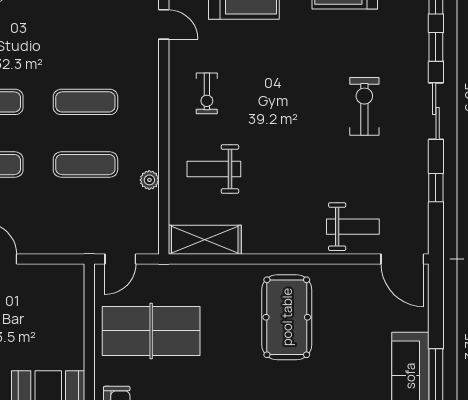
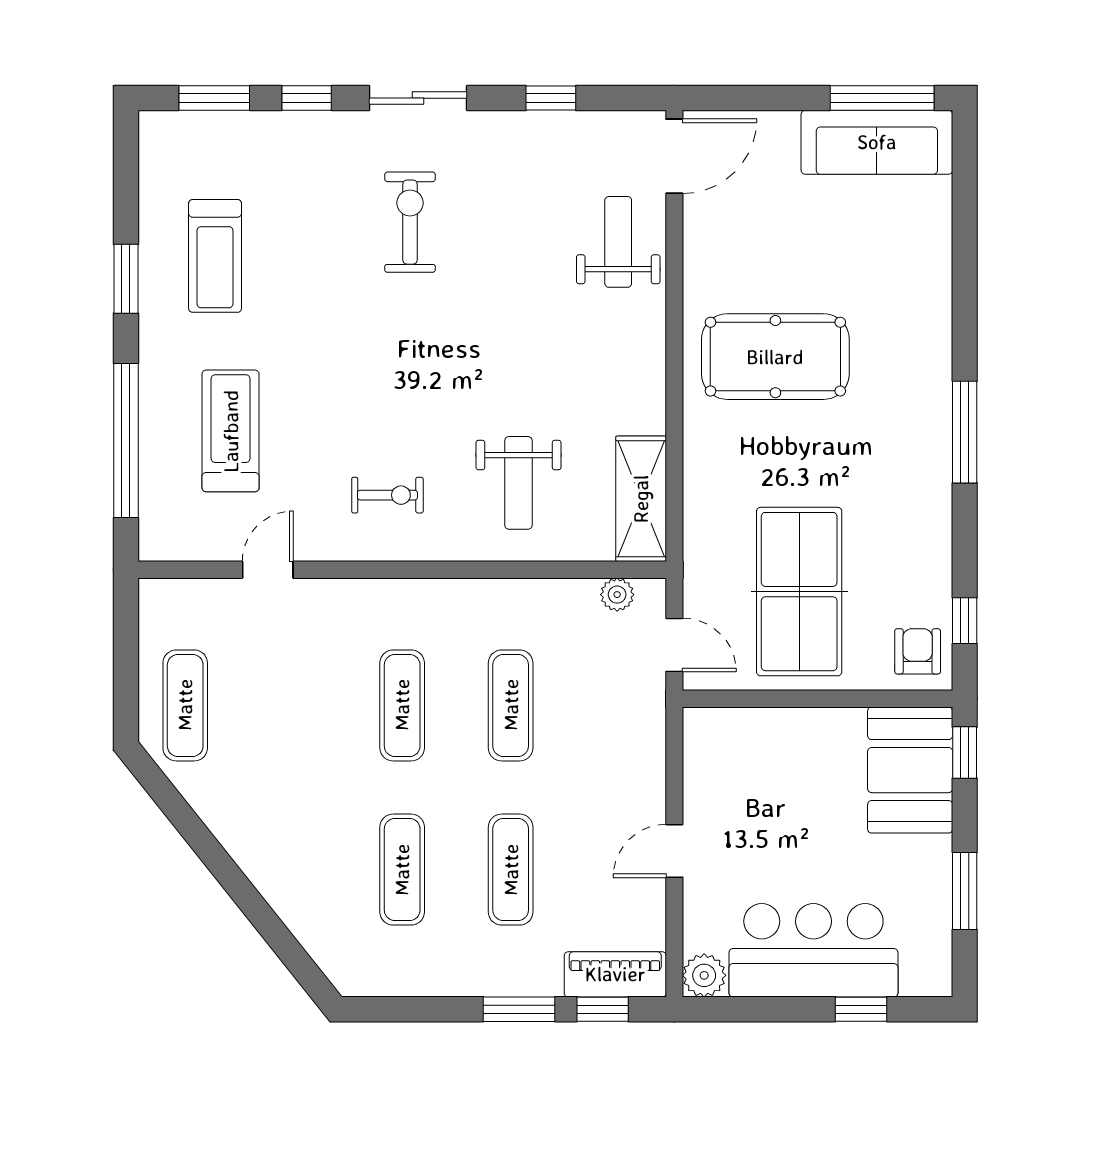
exercise bike: (364, 106) -> (410, 222), turned 90
plant: (149, 180) -> (617, 595), moved

